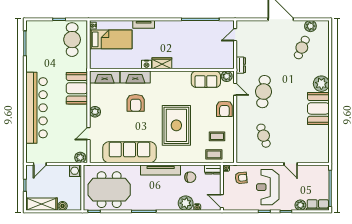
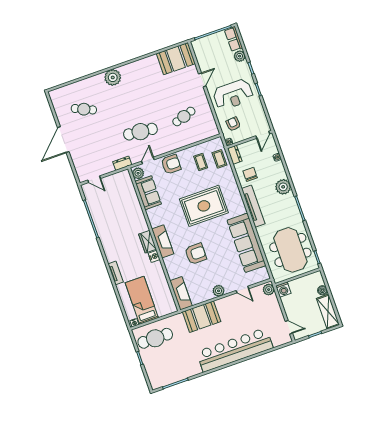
plant: (310, 26) -> (60, 108), removed
fireplace: (135, 77) -> (163, 241), moved
booth: (318, 108) -> (176, 59), moved
plant: (186, 203) -> (283, 187), moved

